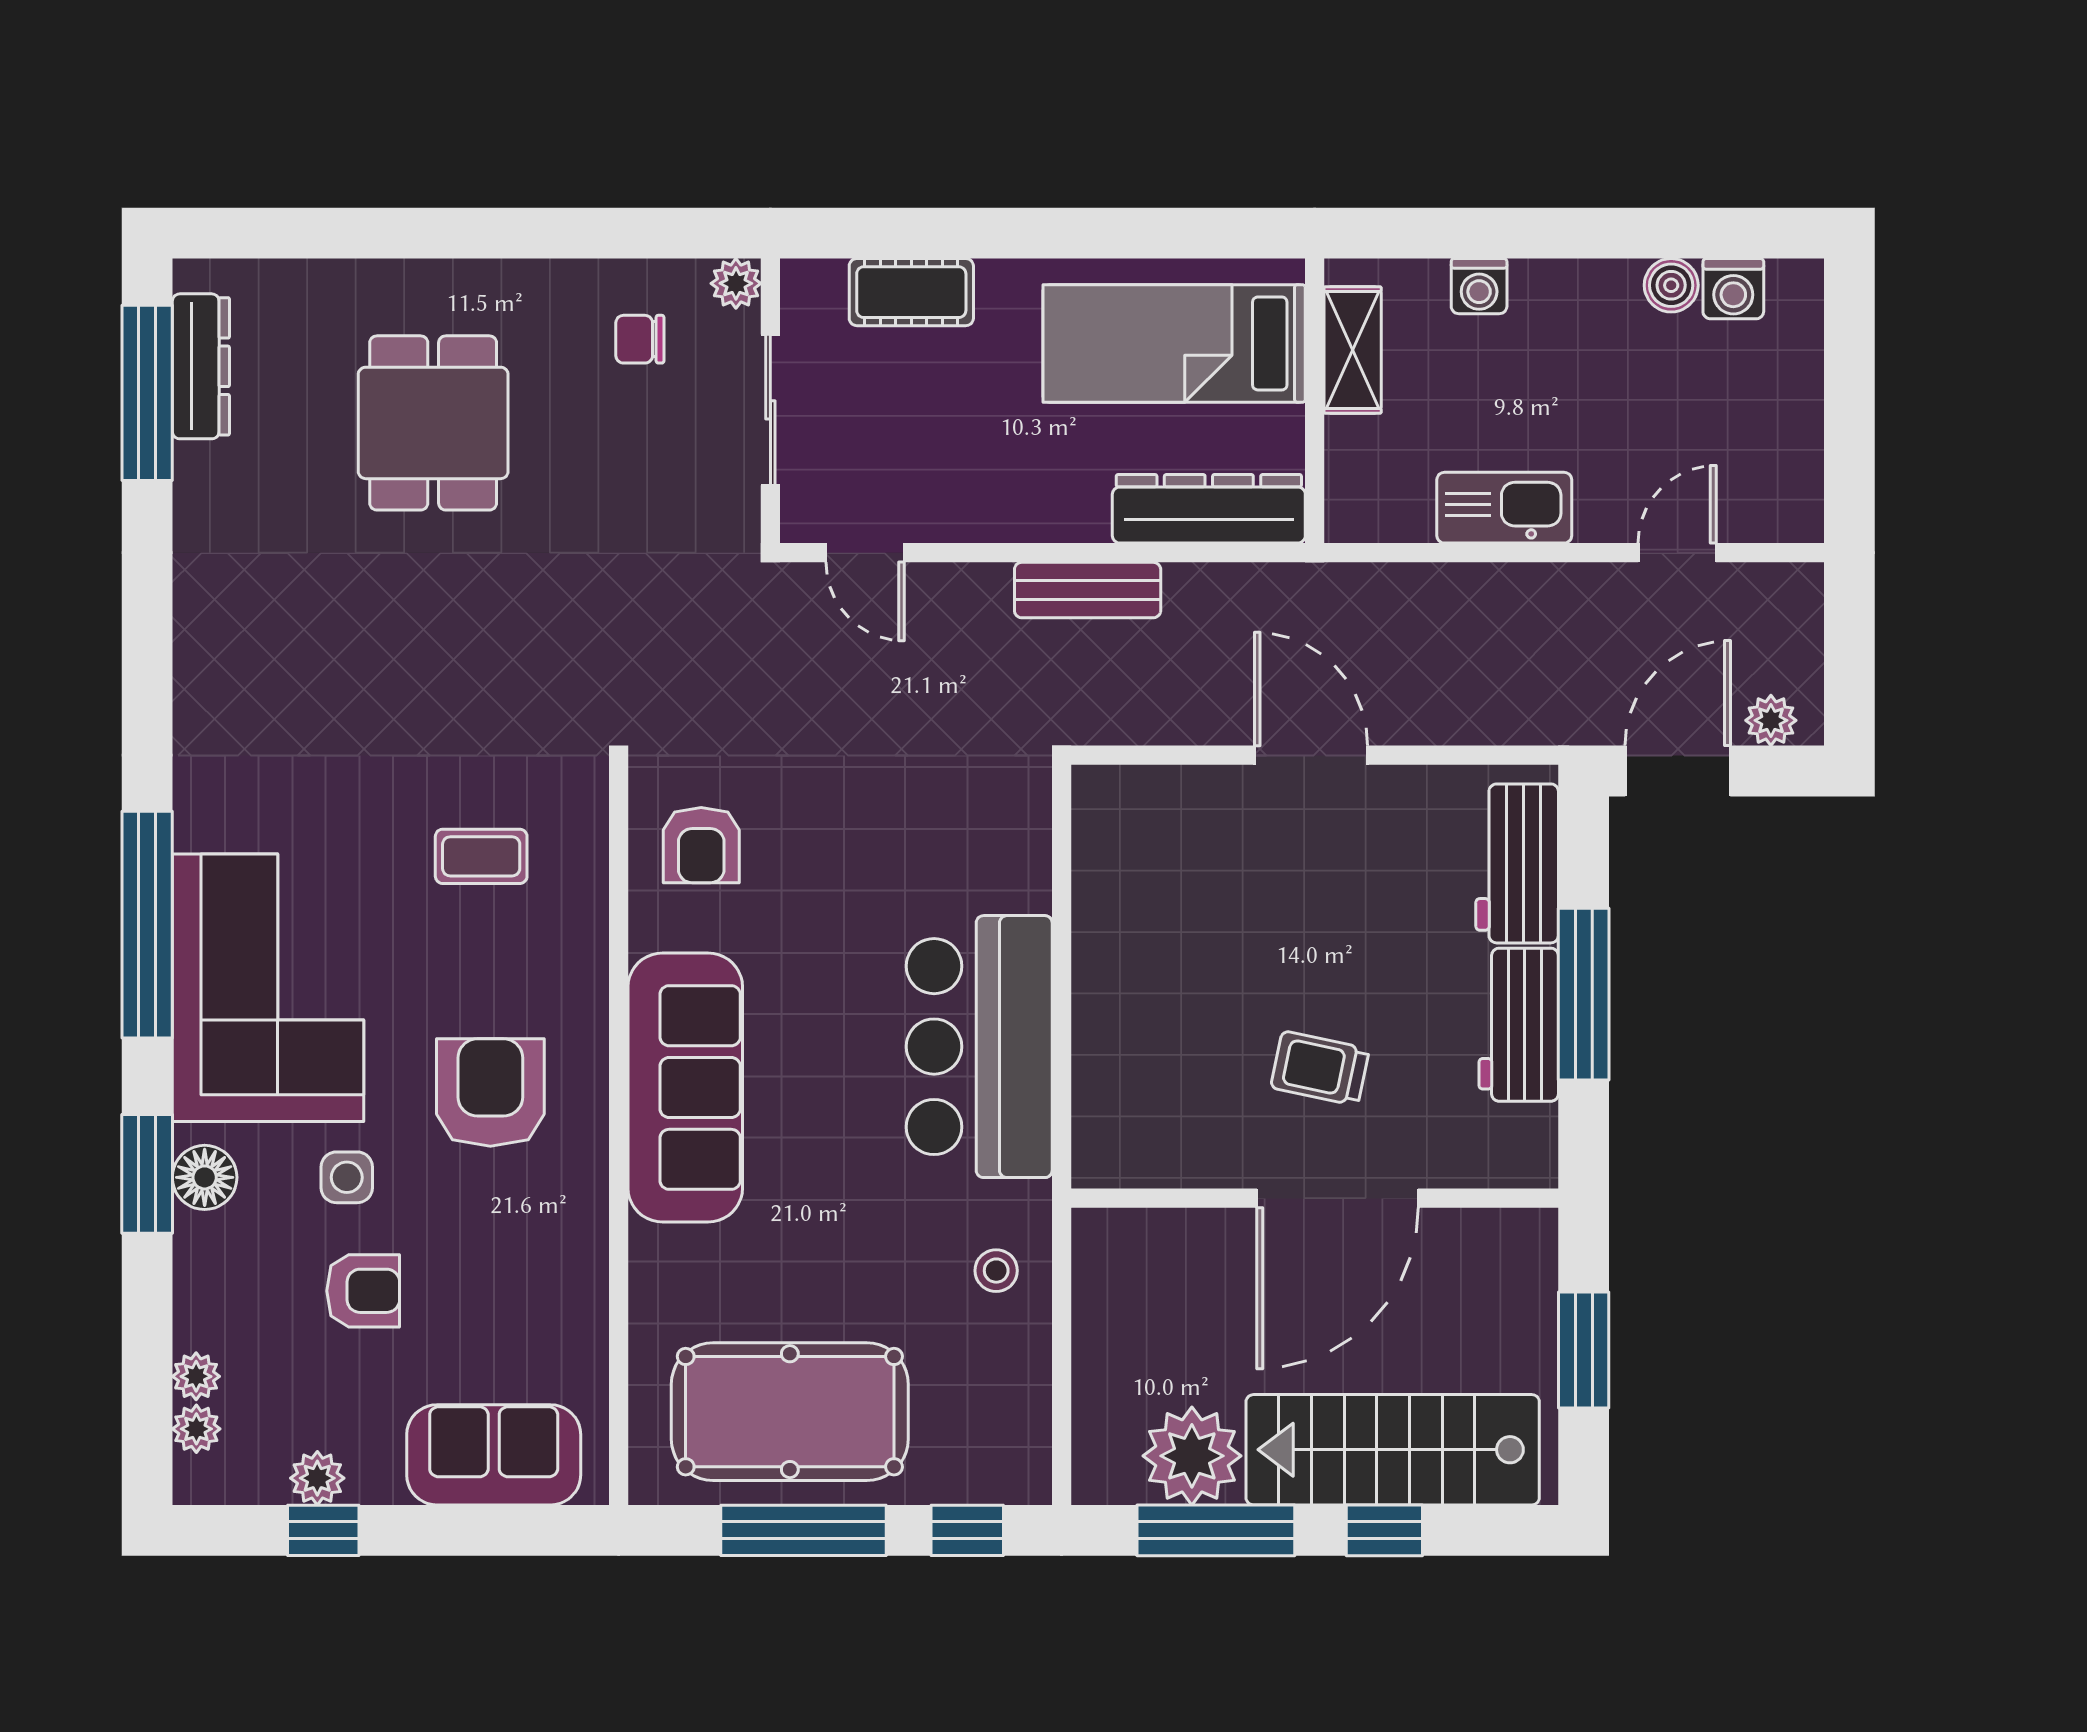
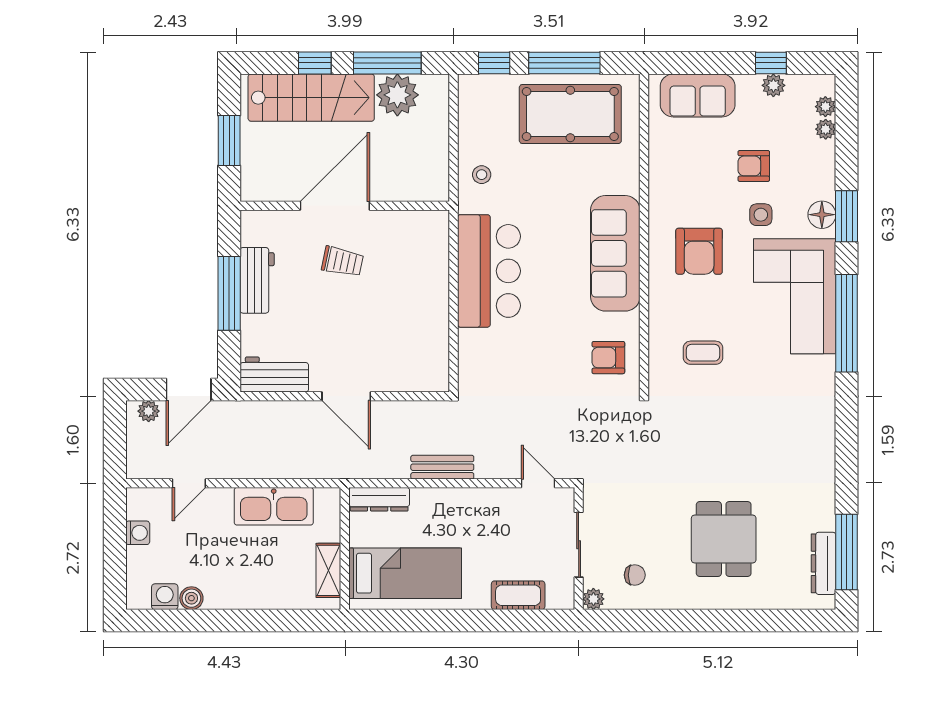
washing machine: (1479, 286) -> (138, 533), moved, turned 90
kitchen sink: (1504, 508) -> (274, 506), width x1.36, depth x1.24
dresser: (1209, 509) -> (379, 499), width x0.73, depth x0.80
armchair: (701, 845) -> (608, 358), turned -90
workbench: (1517, 863) -> (274, 374), moved, turned -90

